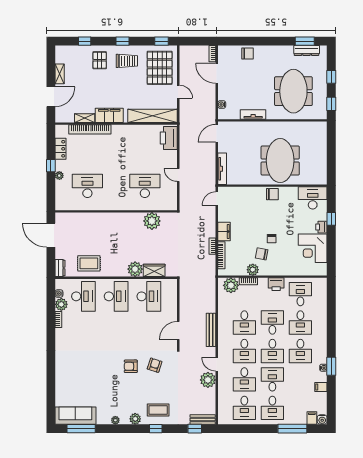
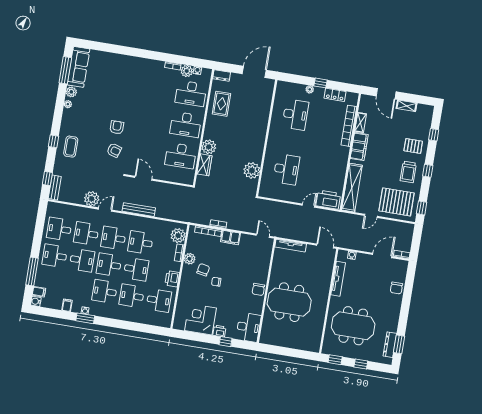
tv unit: (253, 115) -> (338, 279), width x1.41
door: (178, 175) -> (309, 206), moved
plant: (135, 419) -> (71, 92), moved

